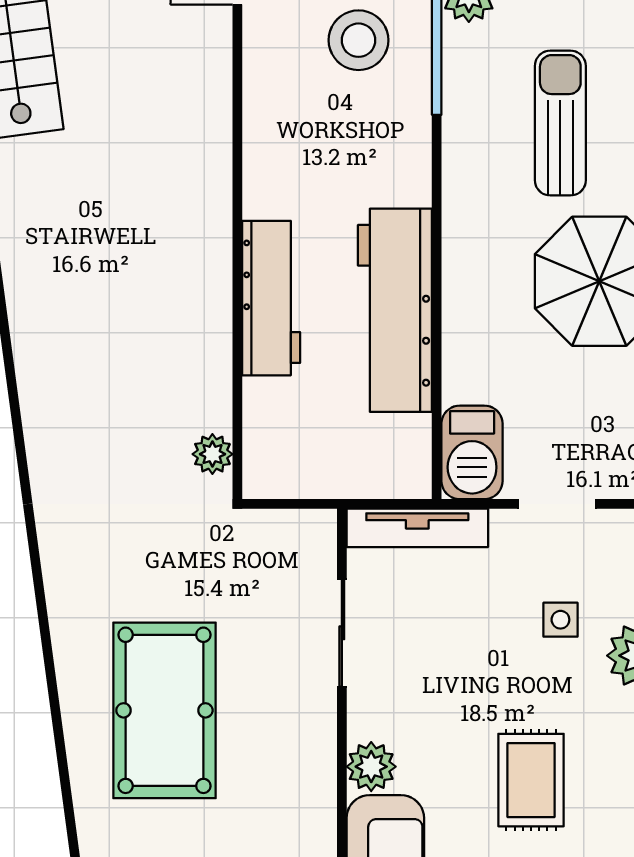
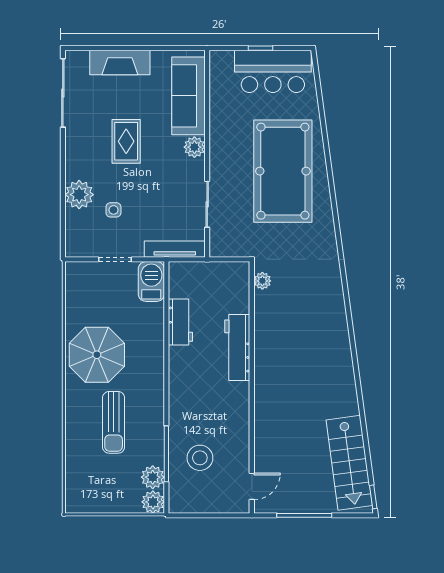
workbench: (395, 310) -> (180, 322), width x0.53, depth x0.76
pool table: (164, 710) -> (283, 171), width x1.36, depth x1.32

